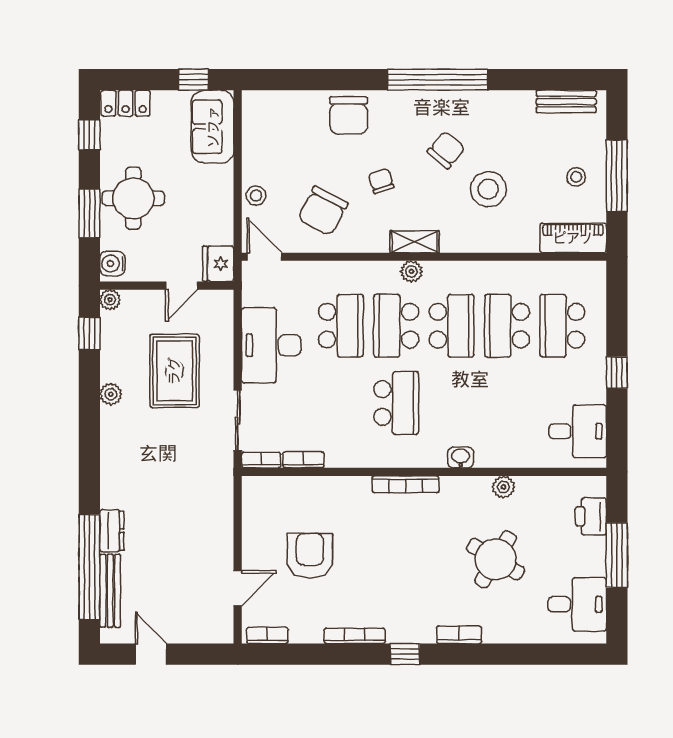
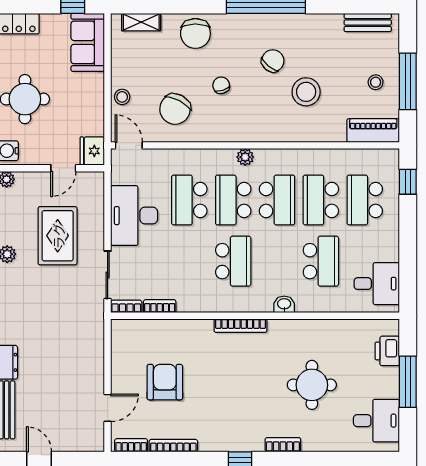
shelving: (415, 242) -> (141, 22), moved
school desk: (341, 326) -> (189, 200), turned 180
window: (617, 373) -> (408, 182), moved
school desk: (507, 403) -> (321, 261), added
plant: (503, 487) -> (318, 328), removed
round table: (496, 559) -> (312, 385), turned -31
bookcase: (355, 636) -> (173, 446), moved

